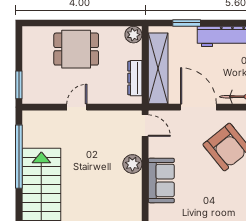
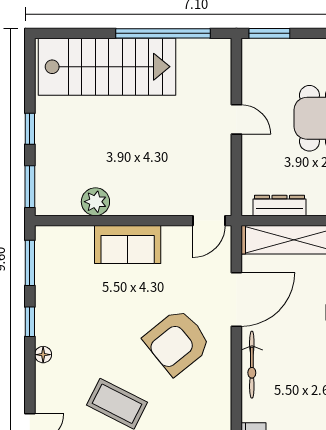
plant: (132, 164) -> (95, 202), moved

